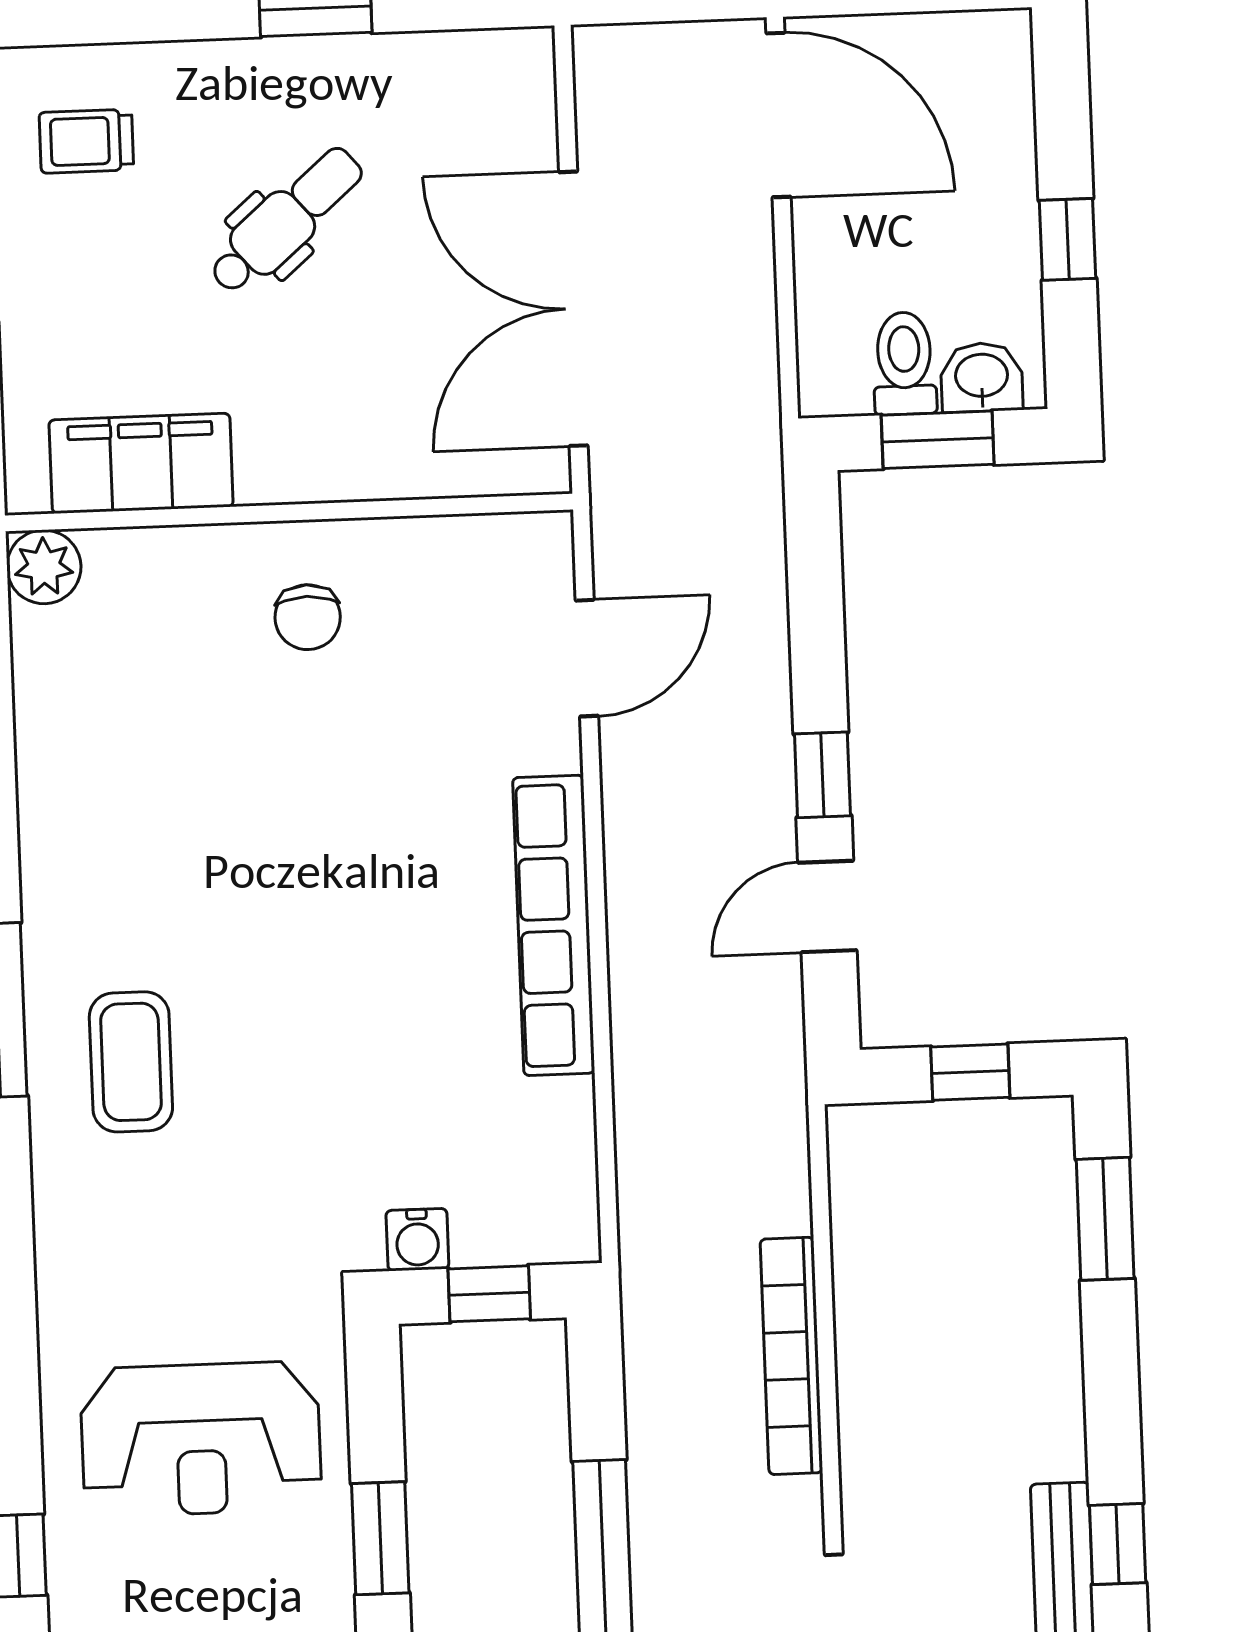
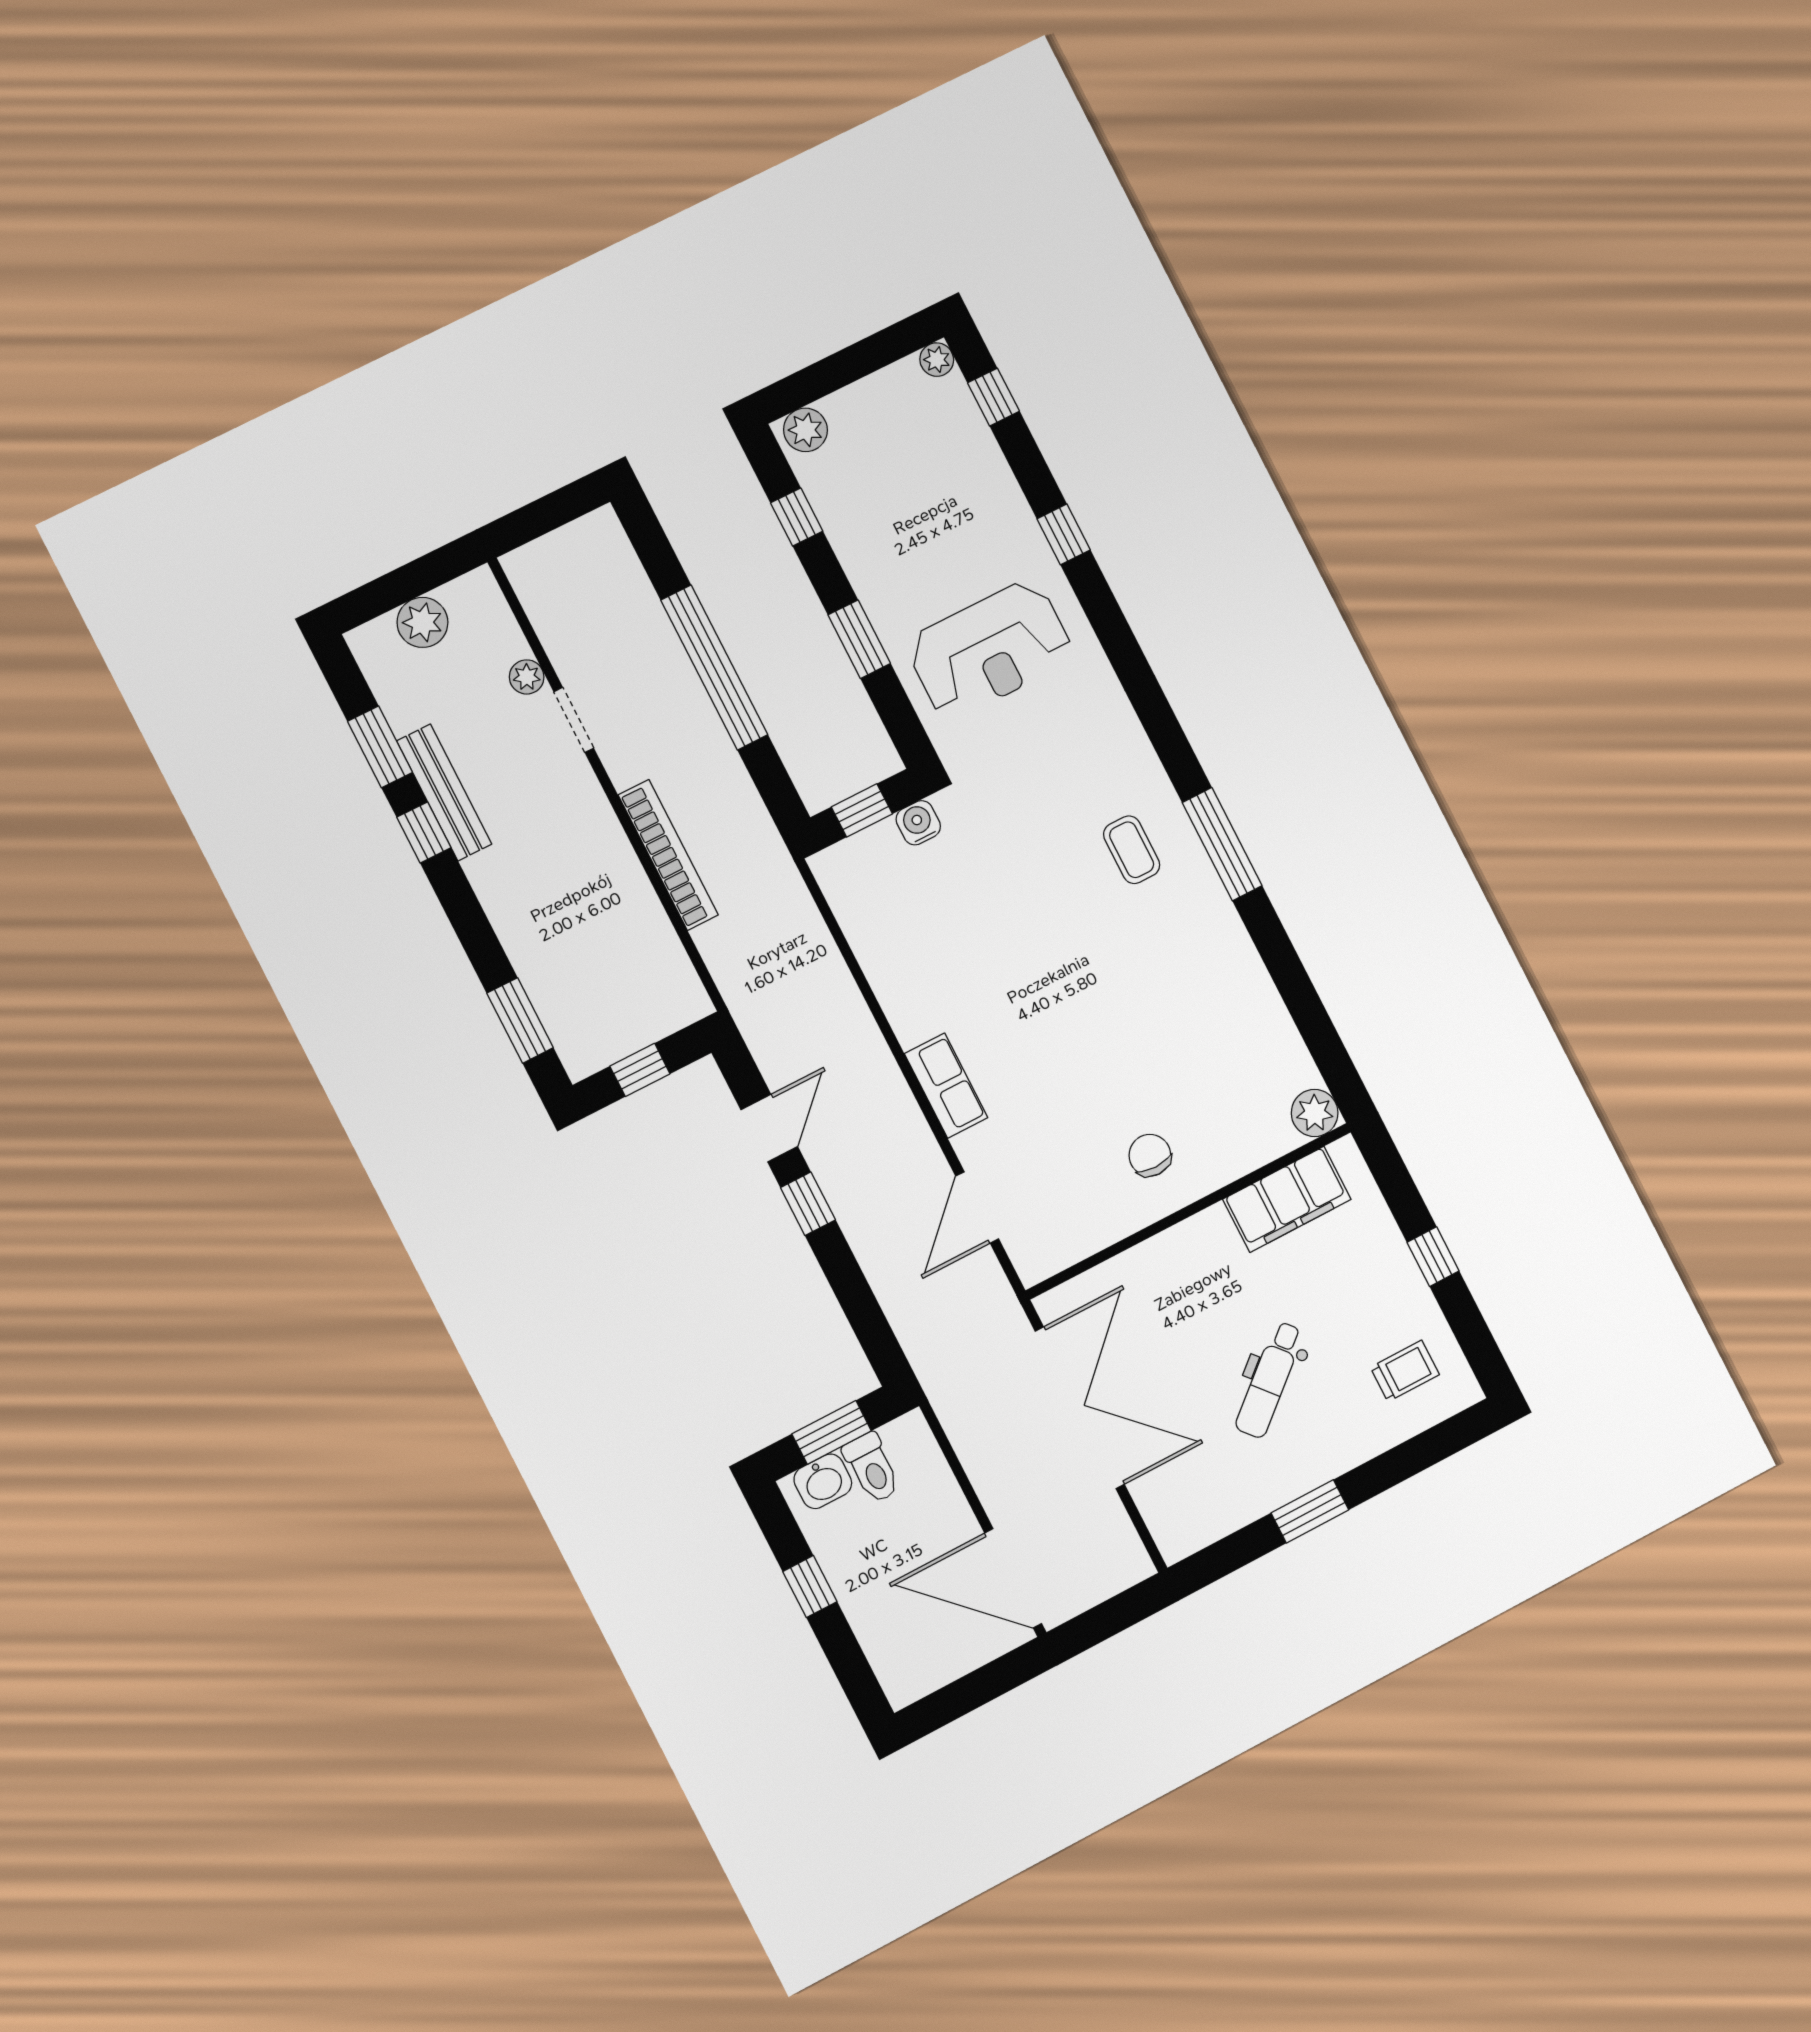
row of seats: (554, 925) -> (946, 1086), width x0.50
coffee table: (131, 1062) -> (1132, 850), width x0.73, depth x0.77
reception desk: (201, 1439) -> (990, 650), turned 180

